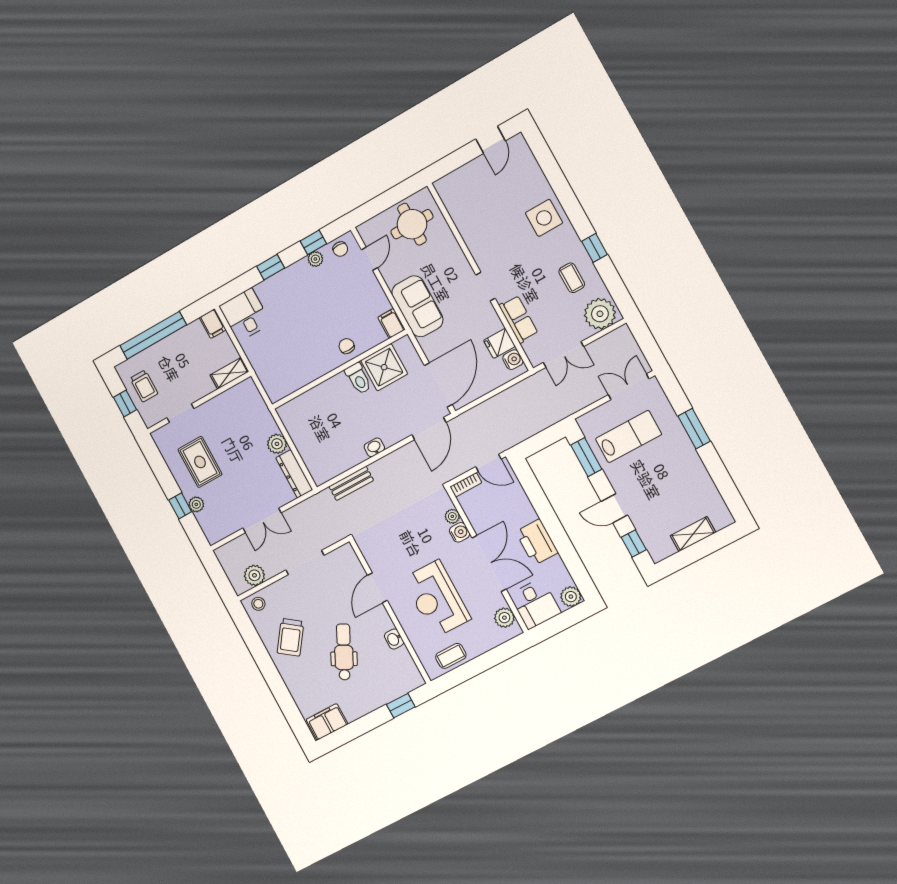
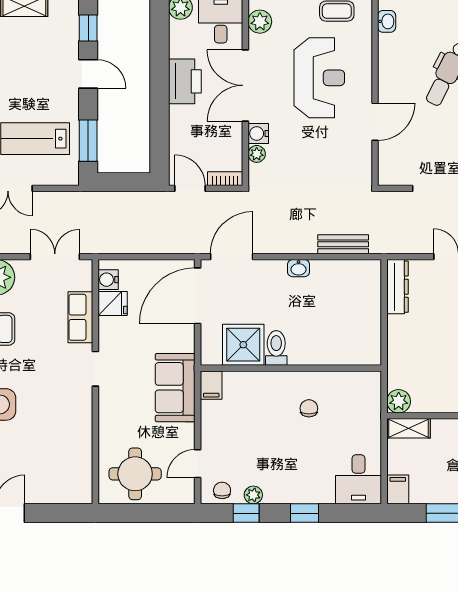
chair: (347, 346) -> (309, 408), moved, turned 180
plant: (277, 444) -> (399, 401), moved
washbasin: (394, 639) -> (387, 21), moved

